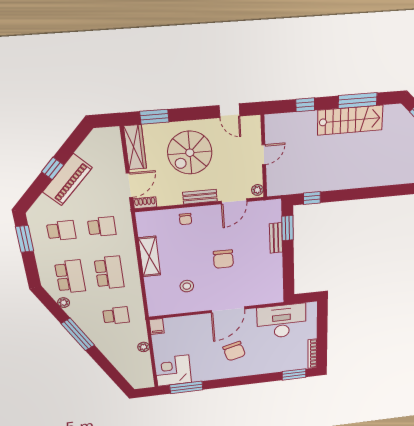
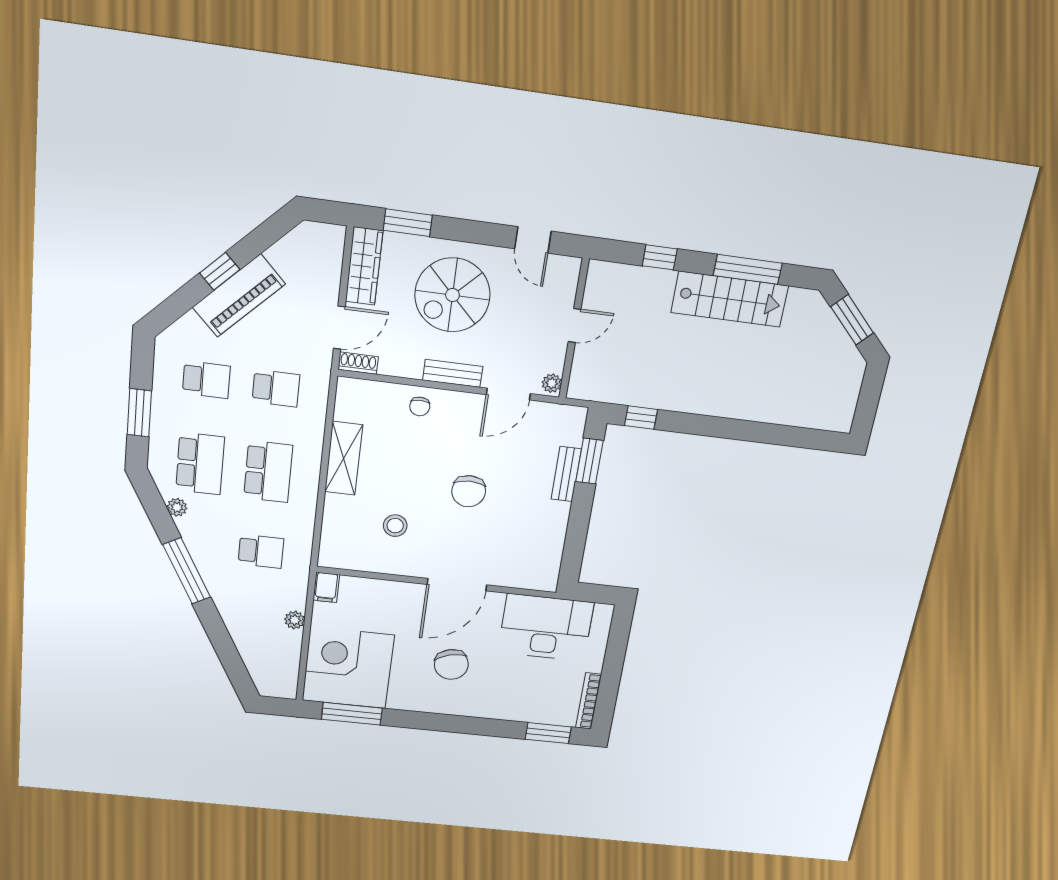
window: (25, 239) -> (139, 413), moved
corner desk: (173, 371) -> (348, 668), width x1.36, depth x1.36

